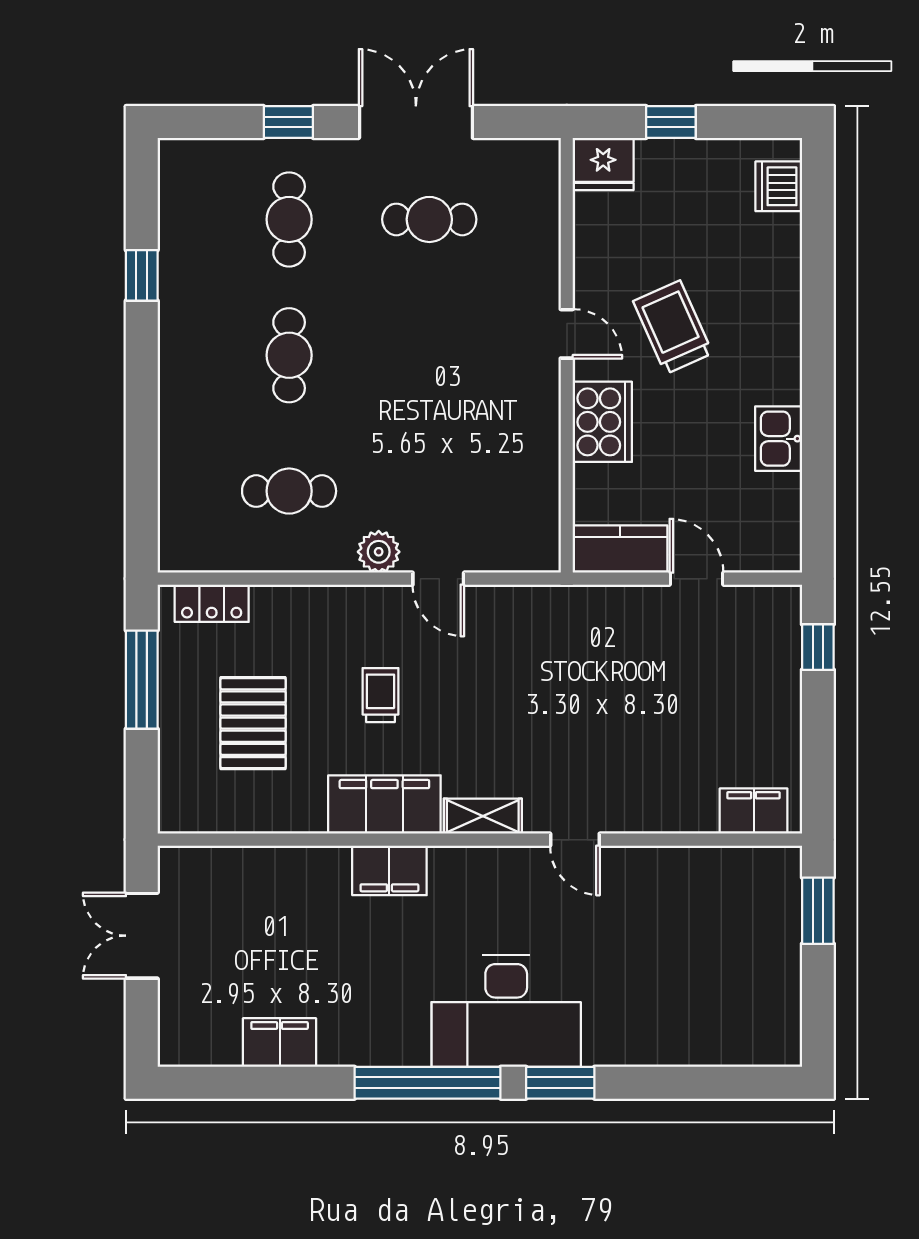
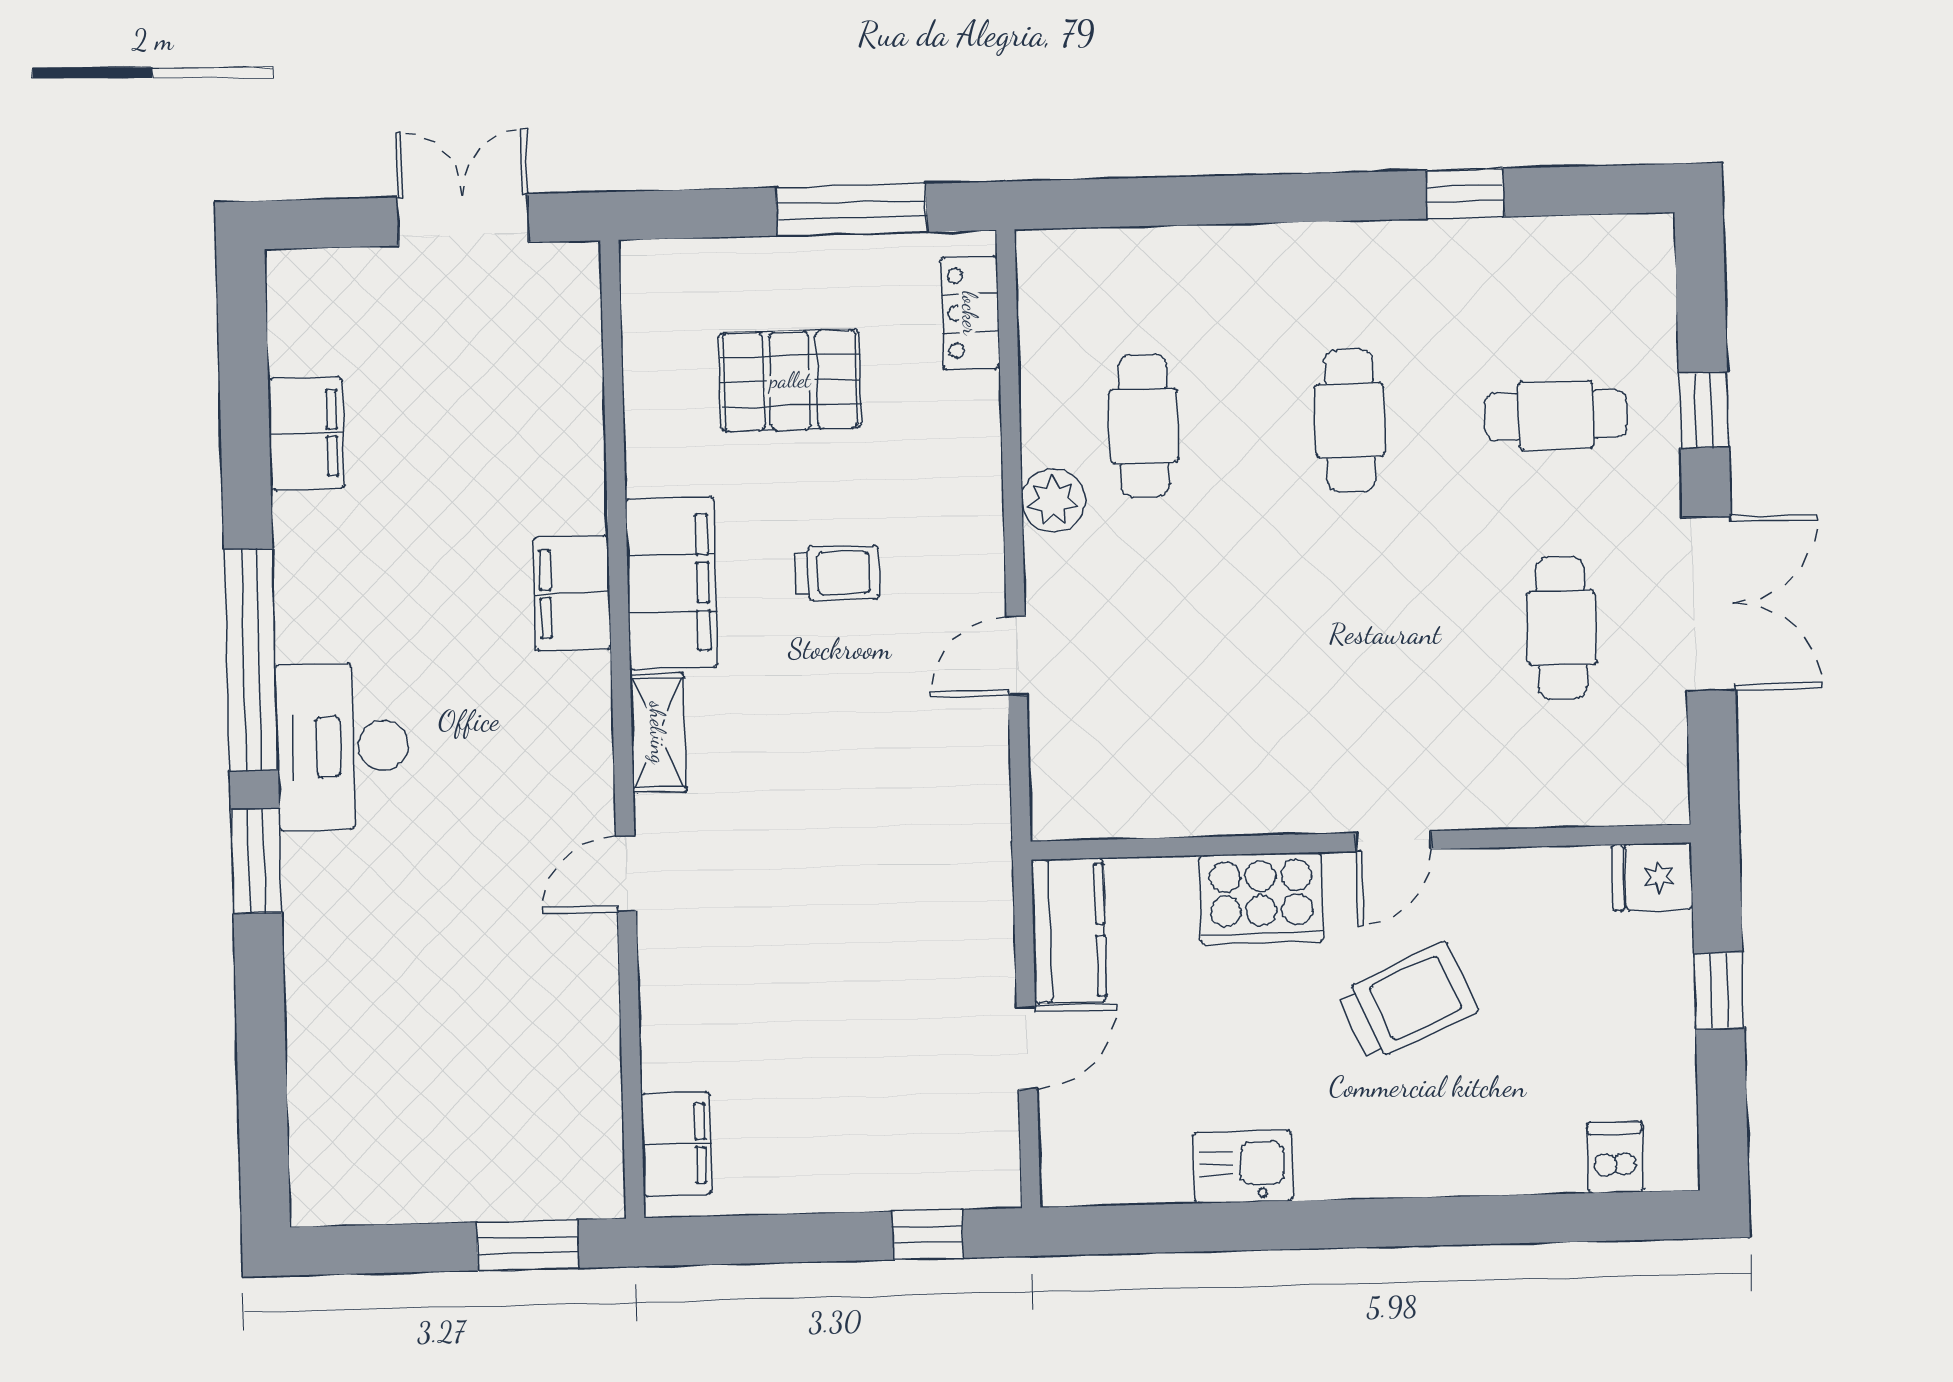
fridge: (603, 164) -> (1652, 877), width x0.72
dishwasher: (779, 186) -> (1615, 1157), width x0.73
cafe table: (289, 355) -> (1350, 421), turned 90
plant: (379, 552) -> (1053, 501), moved
desk: (506, 1011) -> (343, 746), width x0.73, depth x0.77

